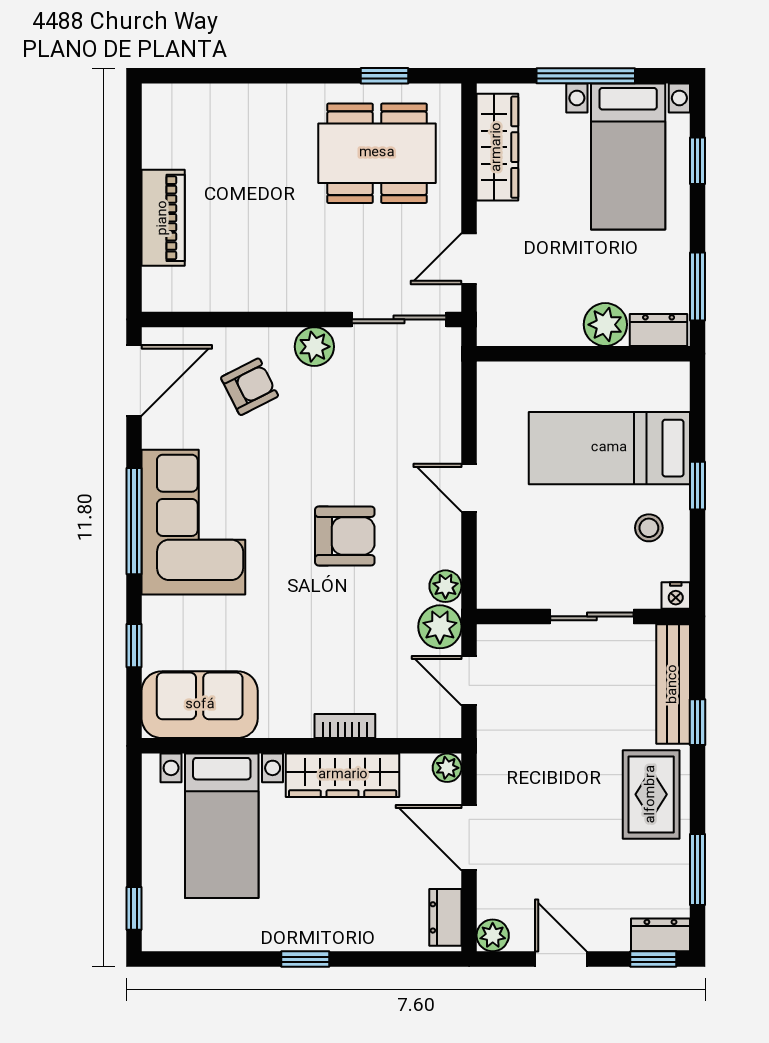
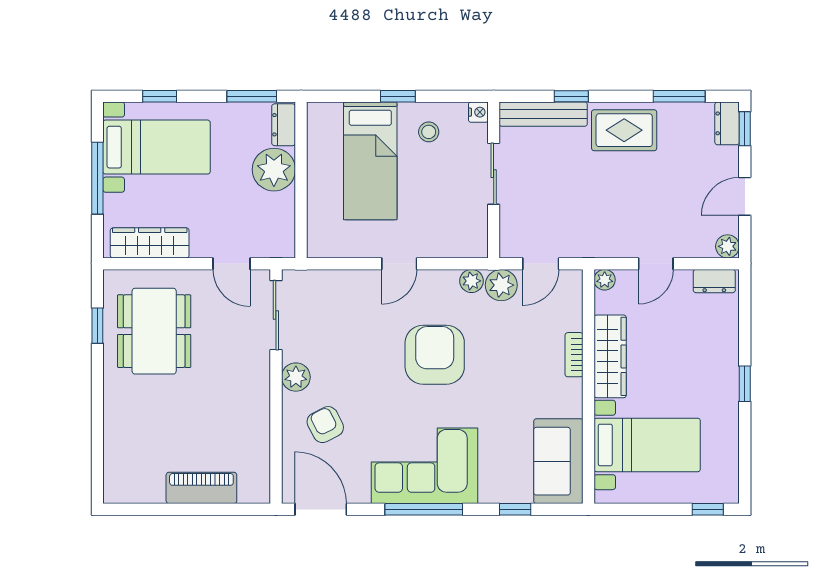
plant: (605, 325) -> (274, 170), width x1.36, depth x1.36
armchair: (345, 536) -> (435, 355), width x1.36, depth x1.36
door: (469, 838) -> (656, 264), width x0.73

